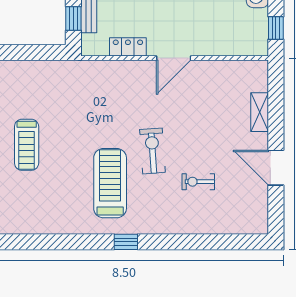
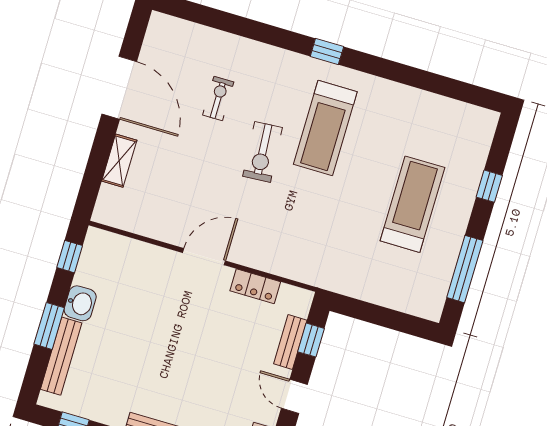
treadmill: (27, 145) -> (412, 204), width x1.37, depth x1.38
door: (276, 168) -> (119, 88), width x1.36
exercise bike: (198, 182) -> (218, 98), turned -90

